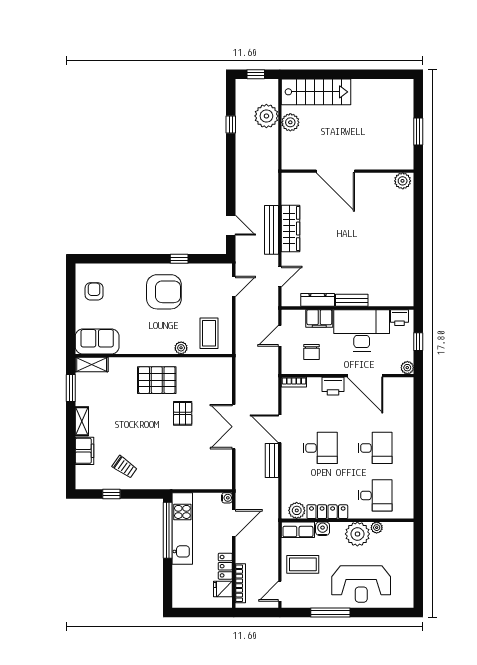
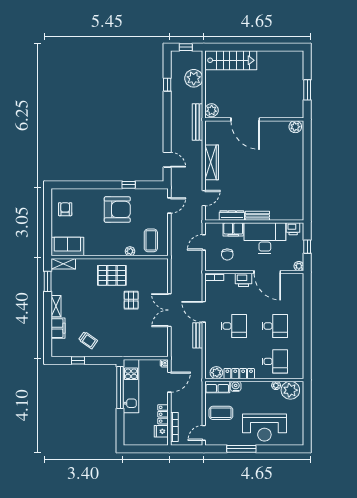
plant: (290, 122) -> (212, 110), moved
bench: (271, 230) -> (198, 122), moved
plant: (357, 534) -> (290, 390), moved

